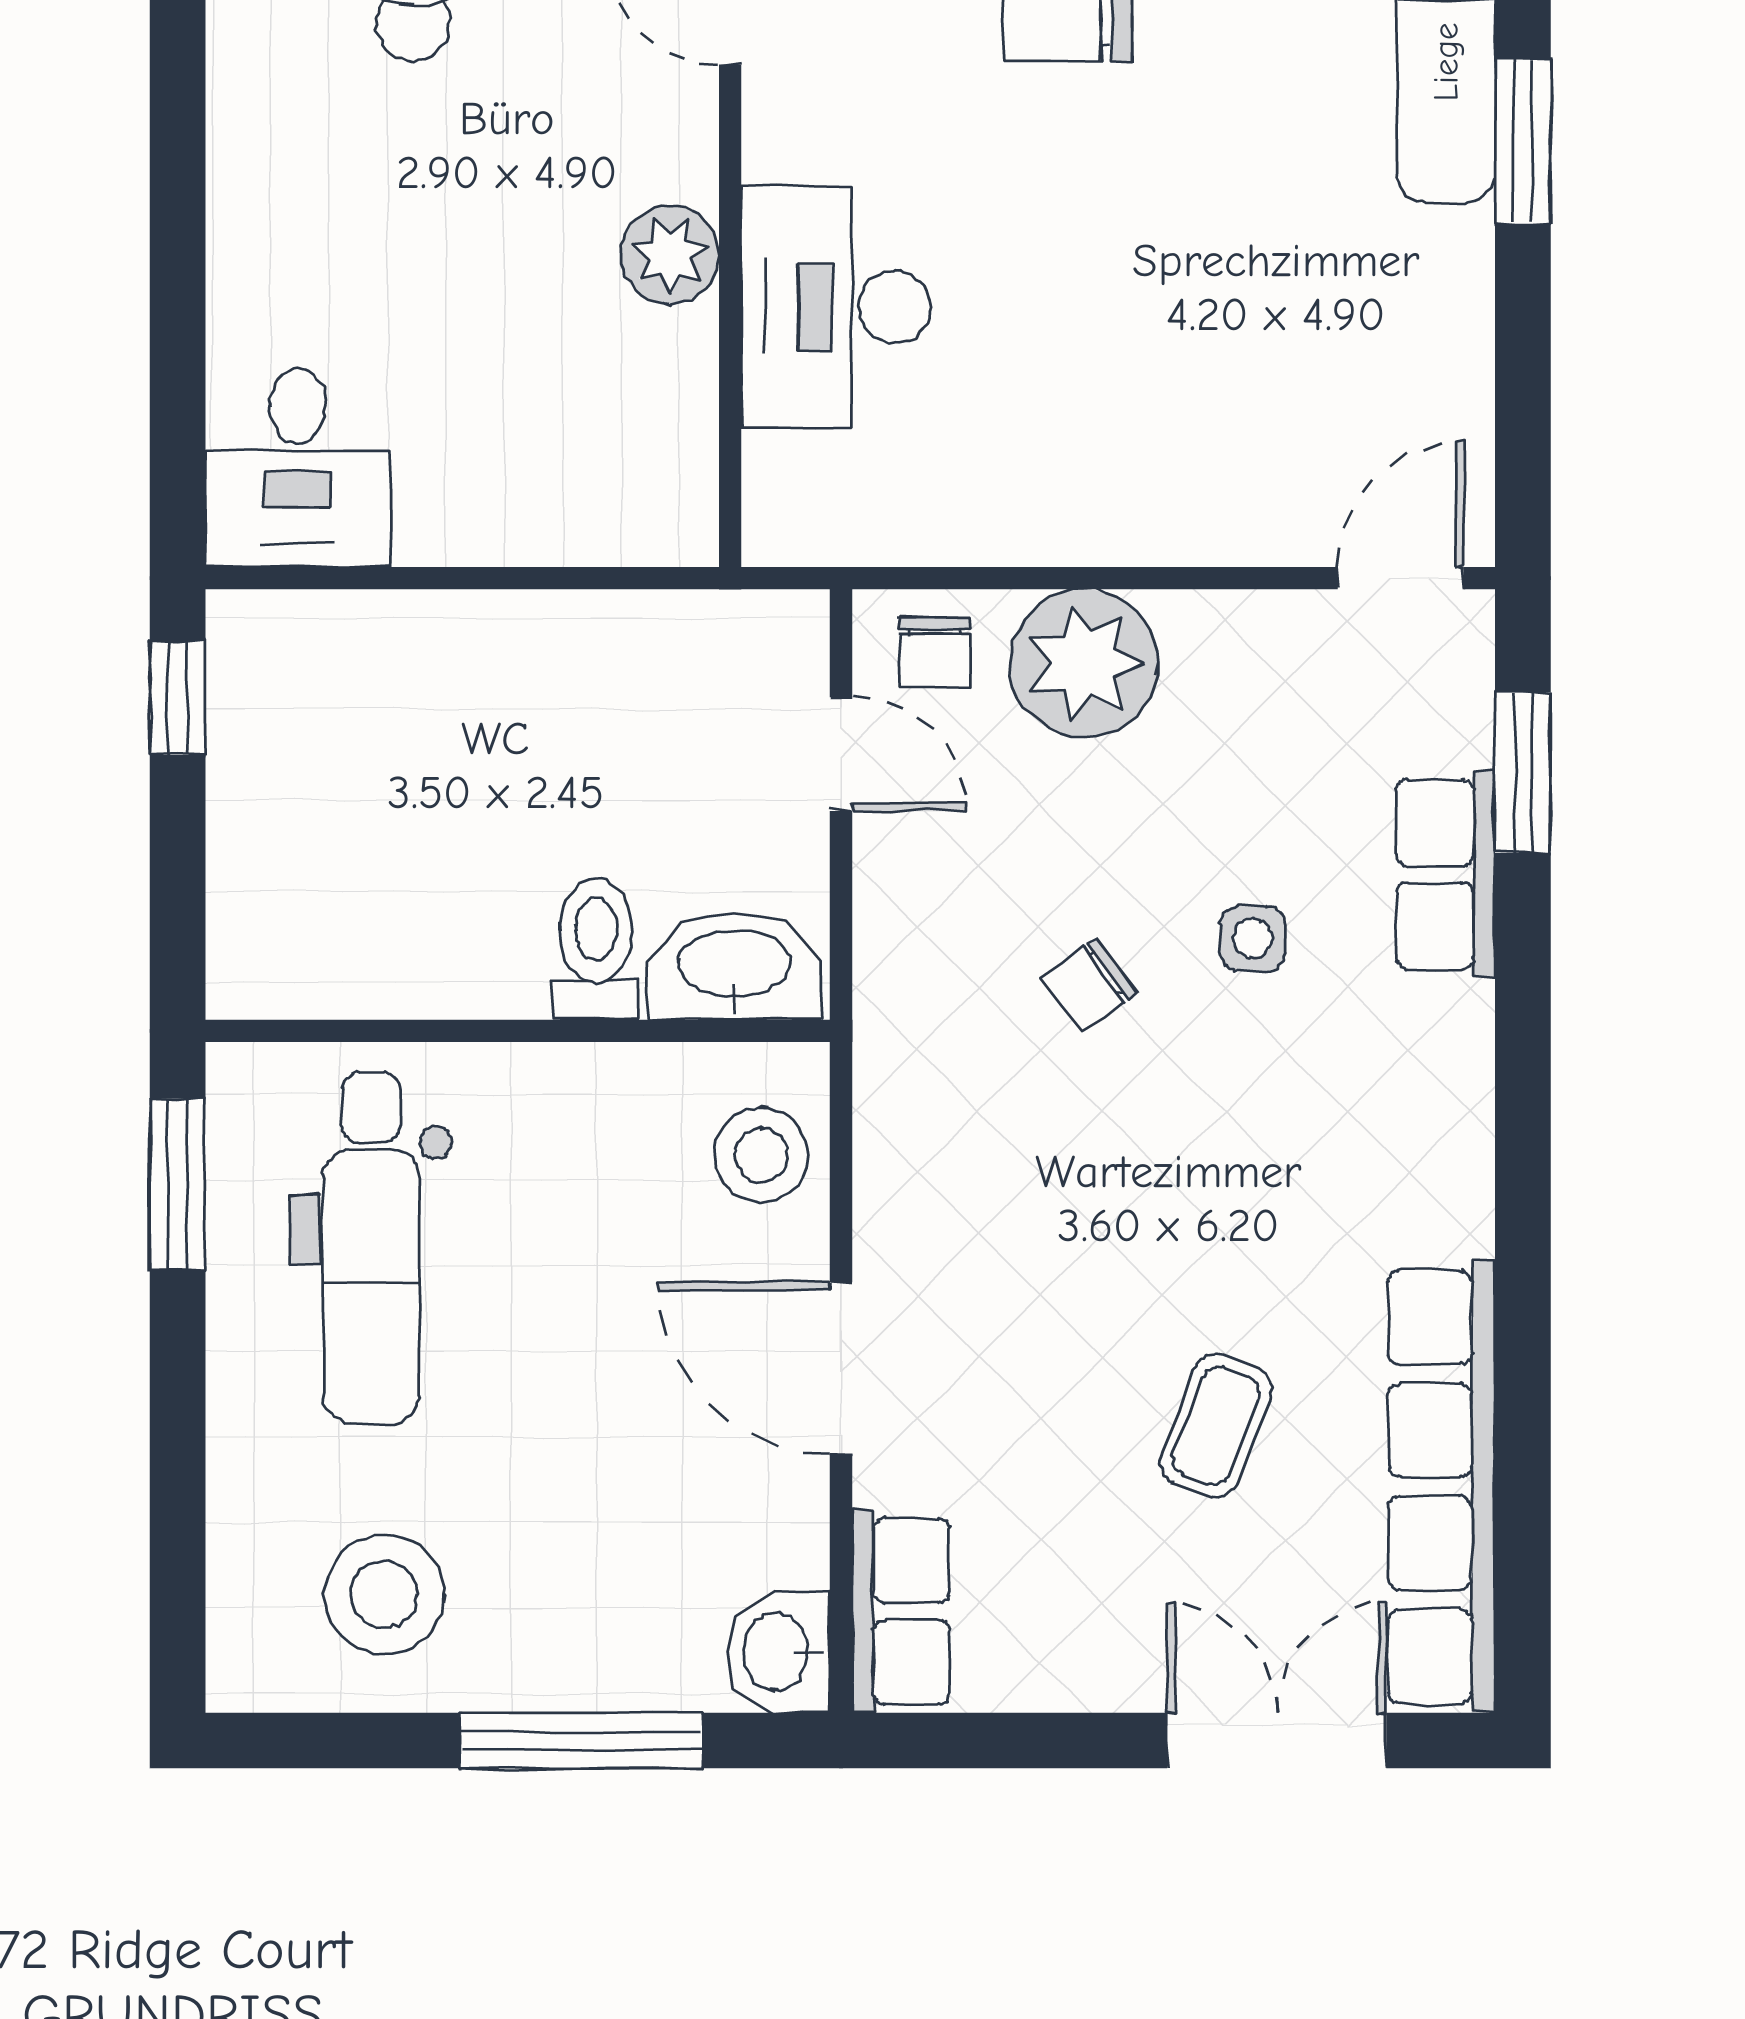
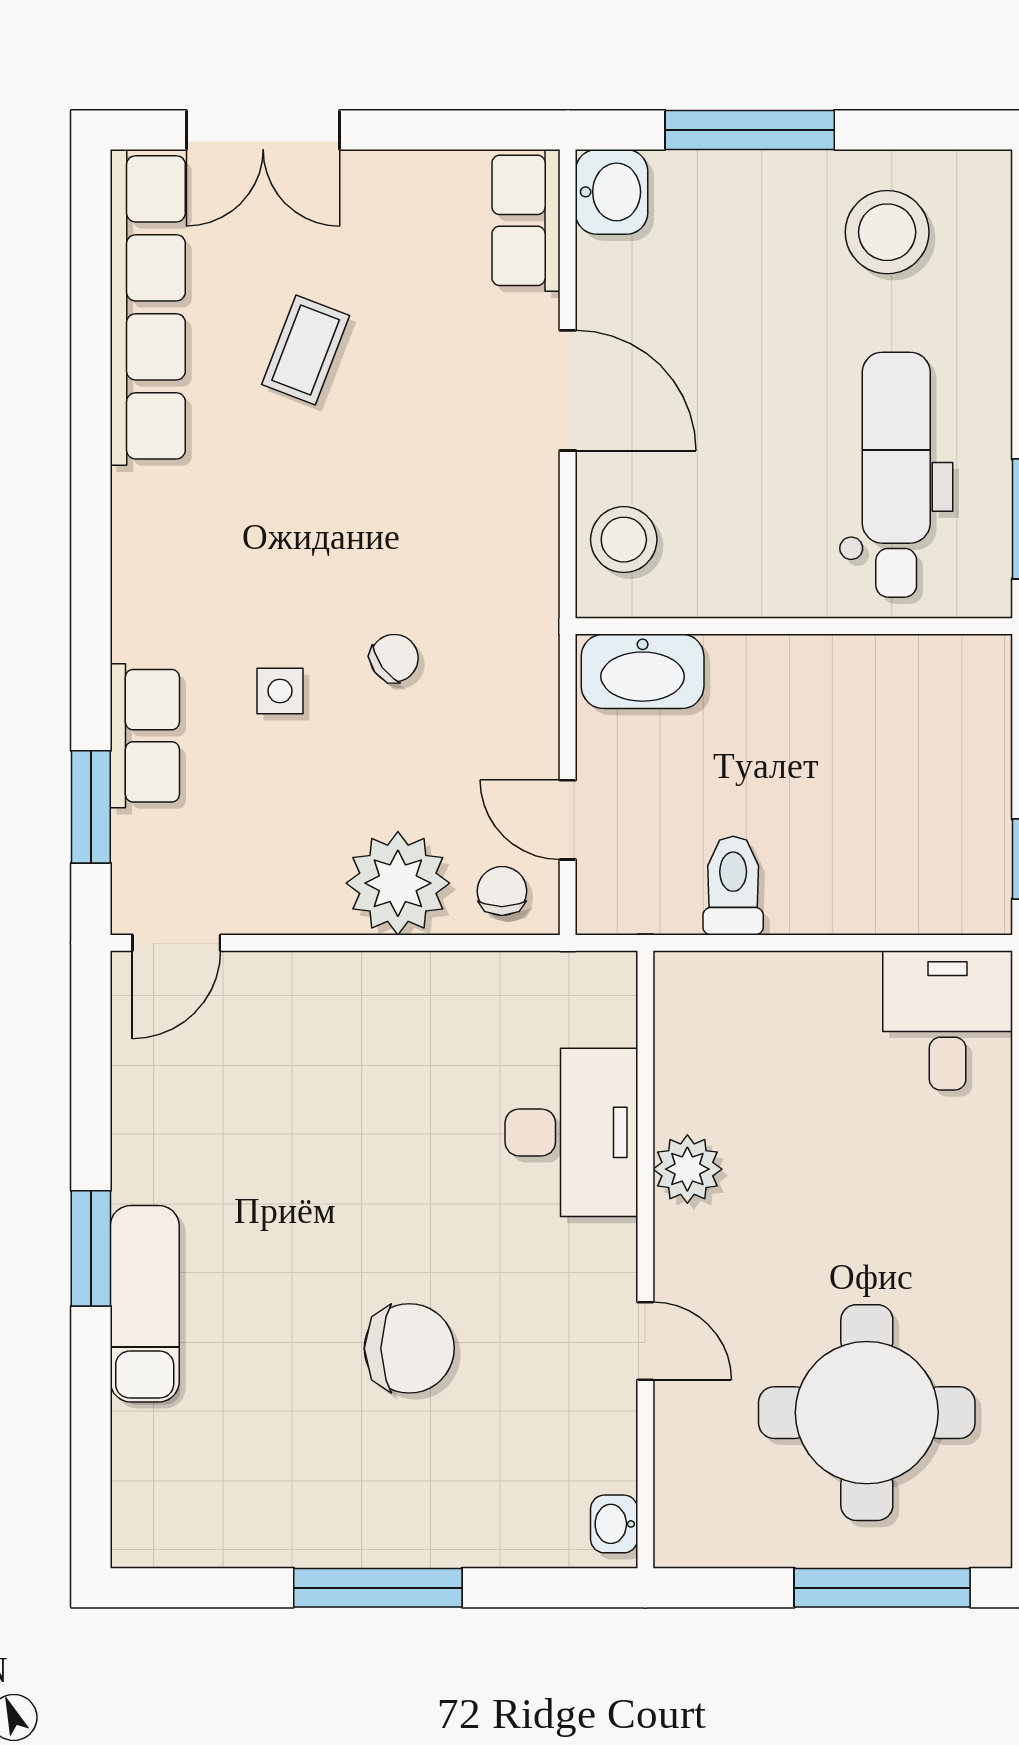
toilet: (596, 949) -> (733, 886), moved, turned 180

